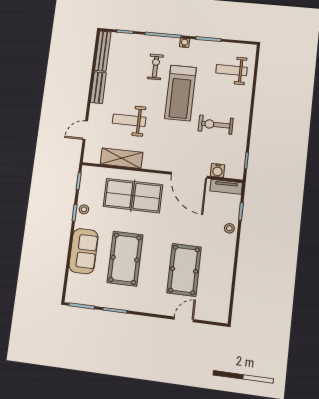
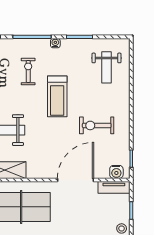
weight bench: (231, 70) -> (107, 67), turned -90
treadmill: (180, 93) -> (57, 96), width x0.73, depth x0.73
water cooler: (218, 170) -> (116, 172), moved
door: (189, 175) -> (76, 180), swing flipped

